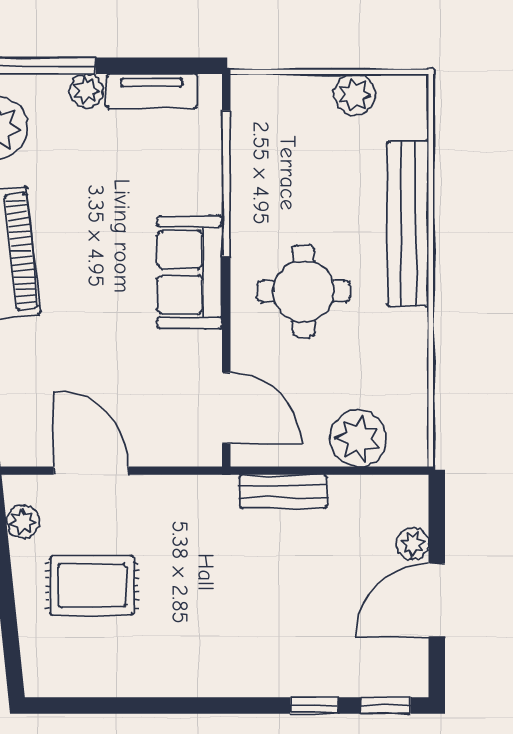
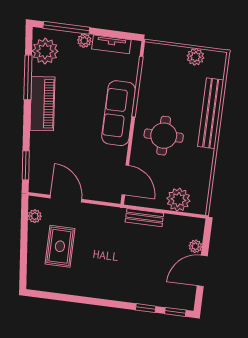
sofa: (190, 272) -> (119, 113), width x1.36
rug: (92, 585) -> (60, 246), turned 90

